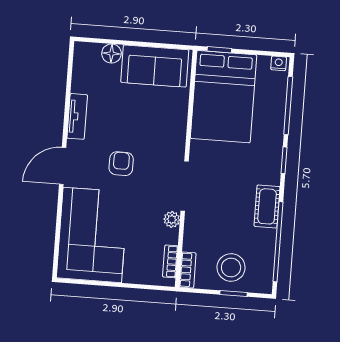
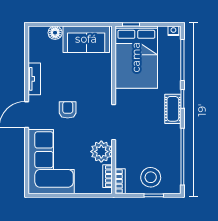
cot: (267, 206) -> (173, 109), moved
plant: (172, 219) -> (101, 152), width x1.87, depth x1.87

